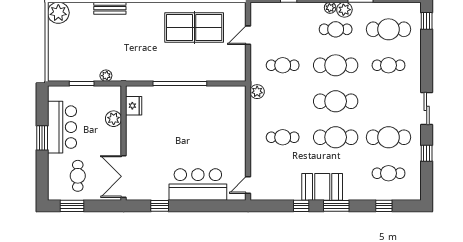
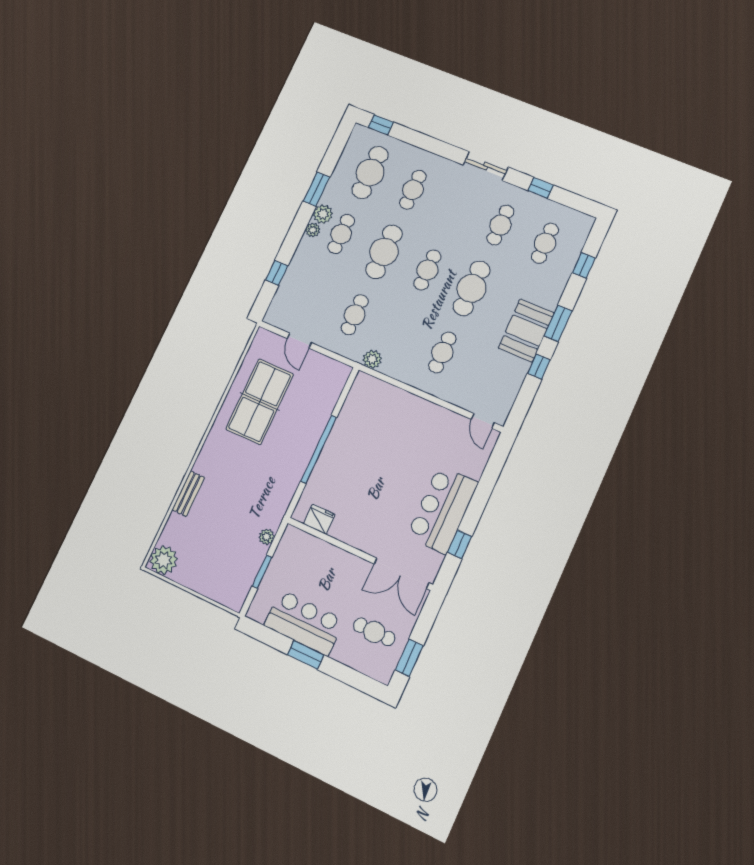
cafe table: (336, 101) -> (427, 270), width x0.73, depth x0.74
plant: (114, 119) -> (324, 552), removed
cafe table: (389, 137) -> (500, 225), width x0.73, depth x0.74
bar counter: (198, 185) -> (442, 509), moved

